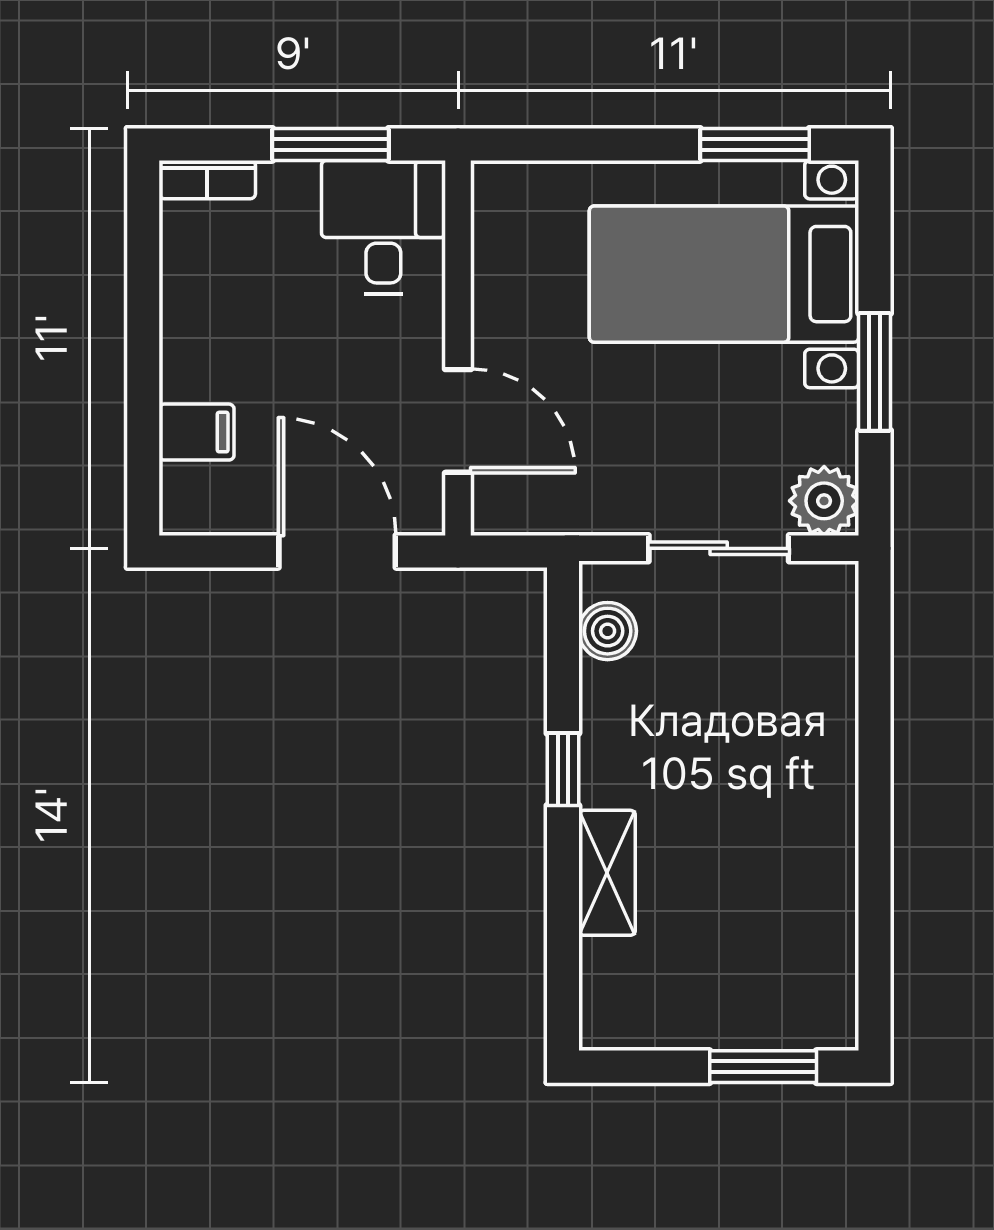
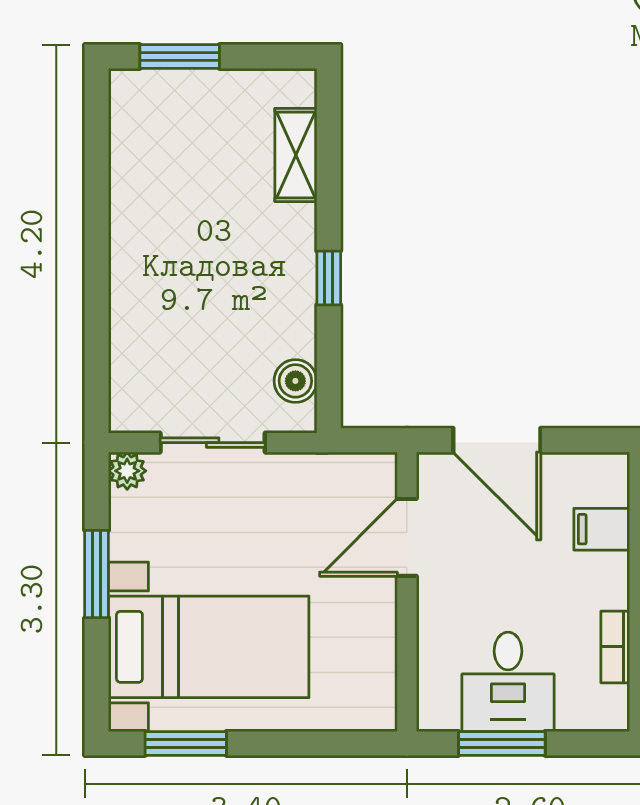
bookcase: (207, 180) -> (615, 647), moved, turned -90
desk: (383, 227) -> (508, 682), moved
door: (458, 421) -> (407, 537), hinge flipped
plant: (824, 501) -> (127, 471), width x0.73, depth x0.73
shelving: (607, 873) -> (296, 155), moved

